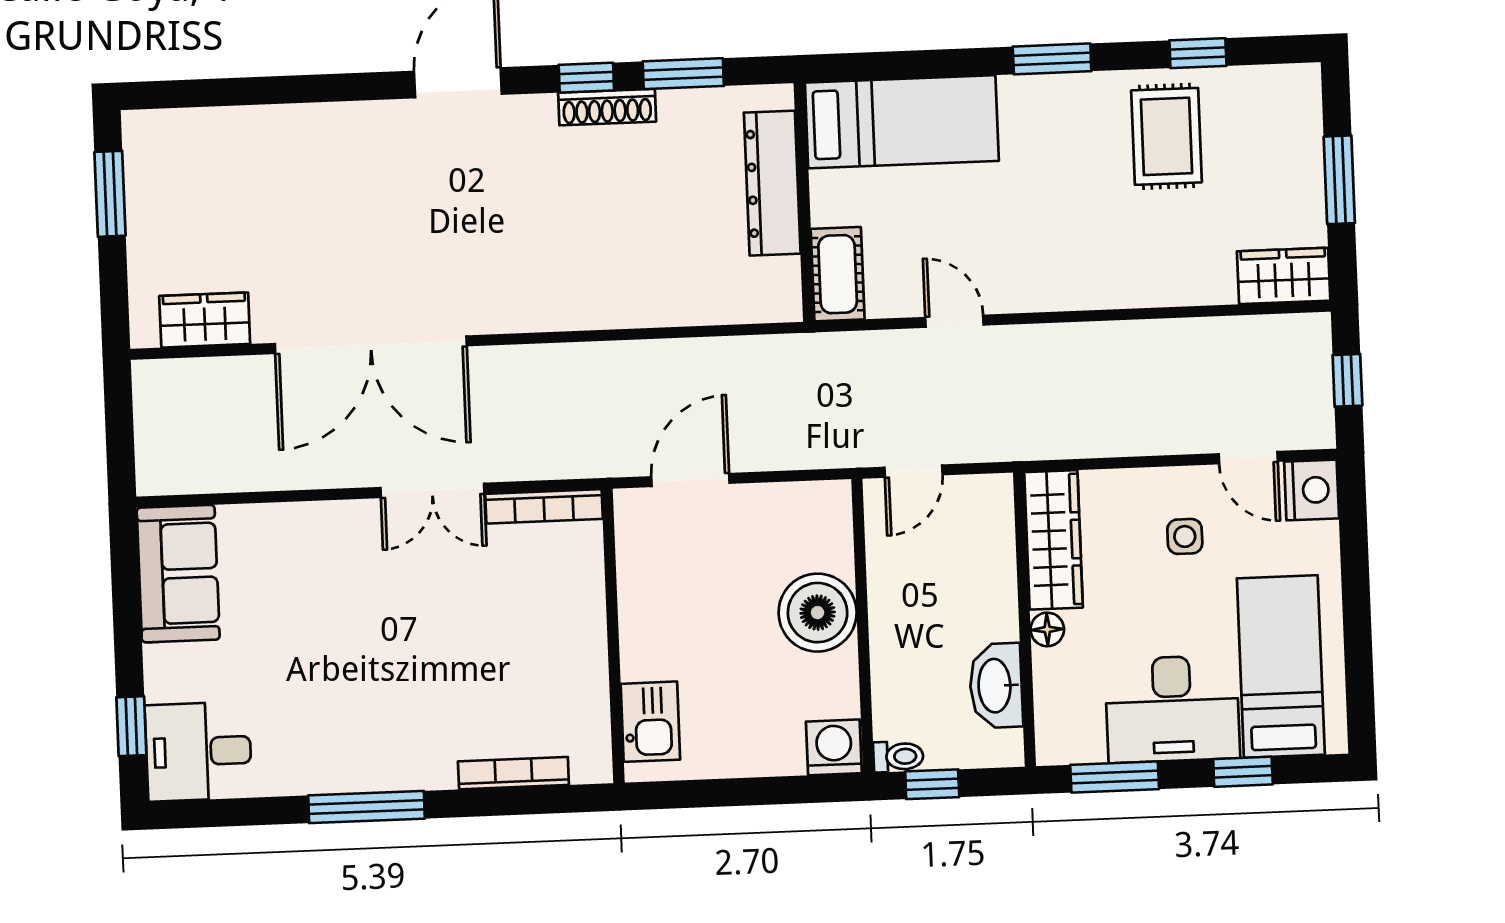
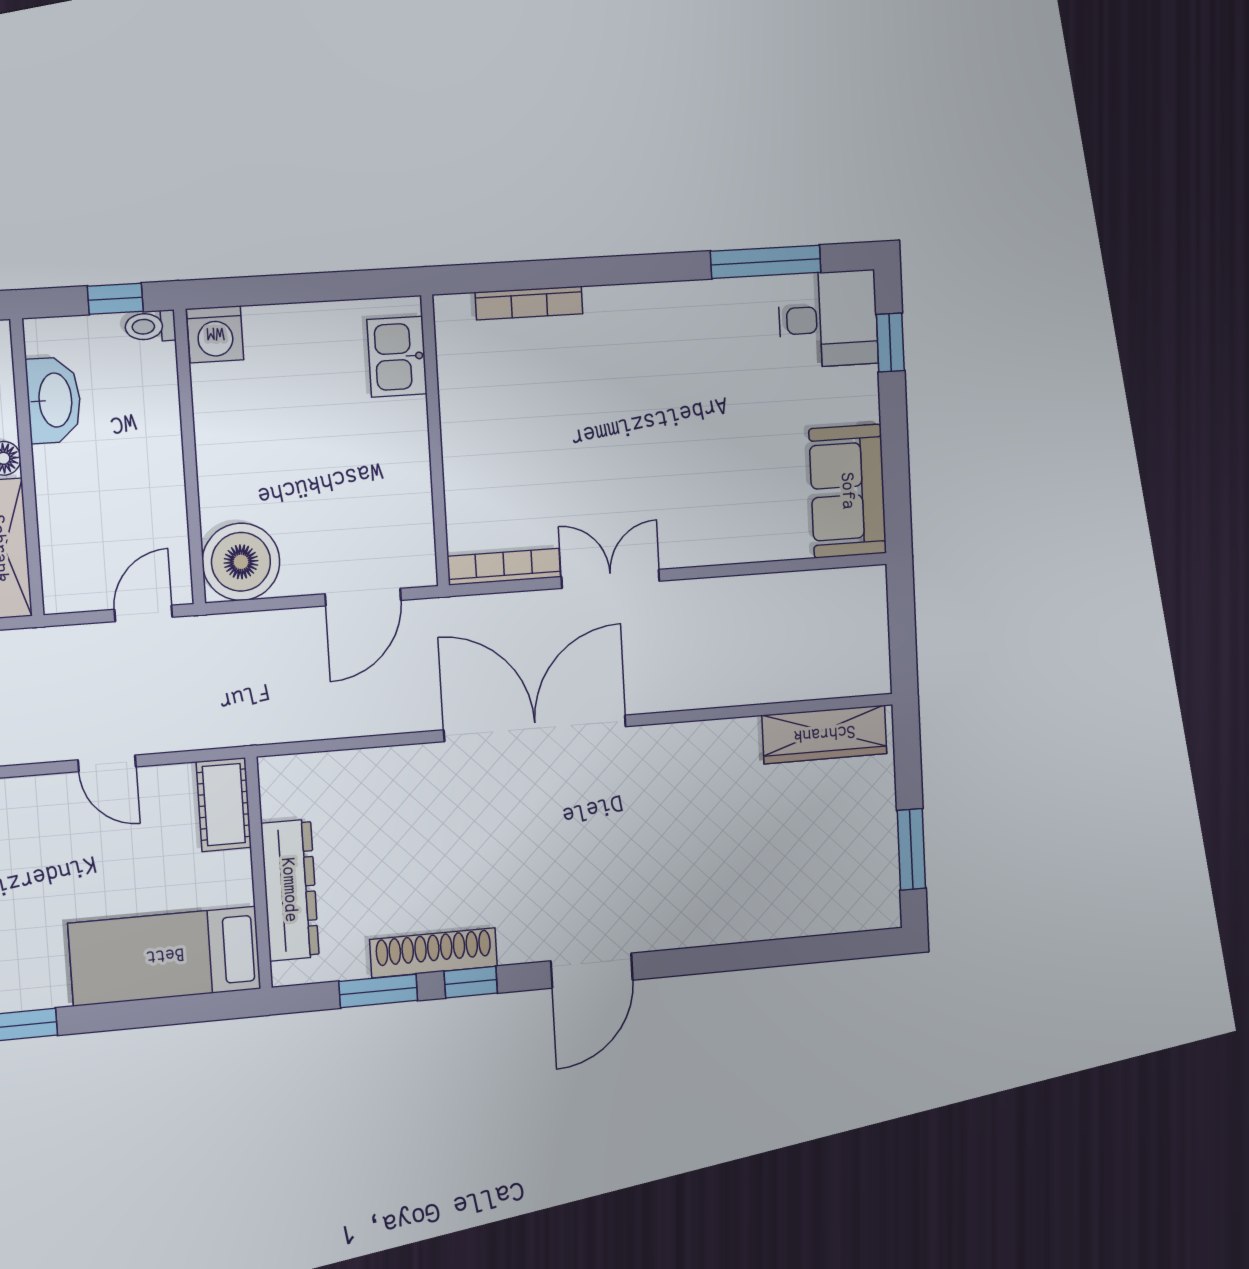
shoe rack: (607, 107) -> (434, 953), width x1.36, depth x1.24
wardrobe: (205, 320) -> (824, 734), width x1.50
double door: (371, 345) -> (535, 728), moved
boiler: (818, 613) -> (241, 562), moved
window: (367, 807) -> (766, 262), moved

